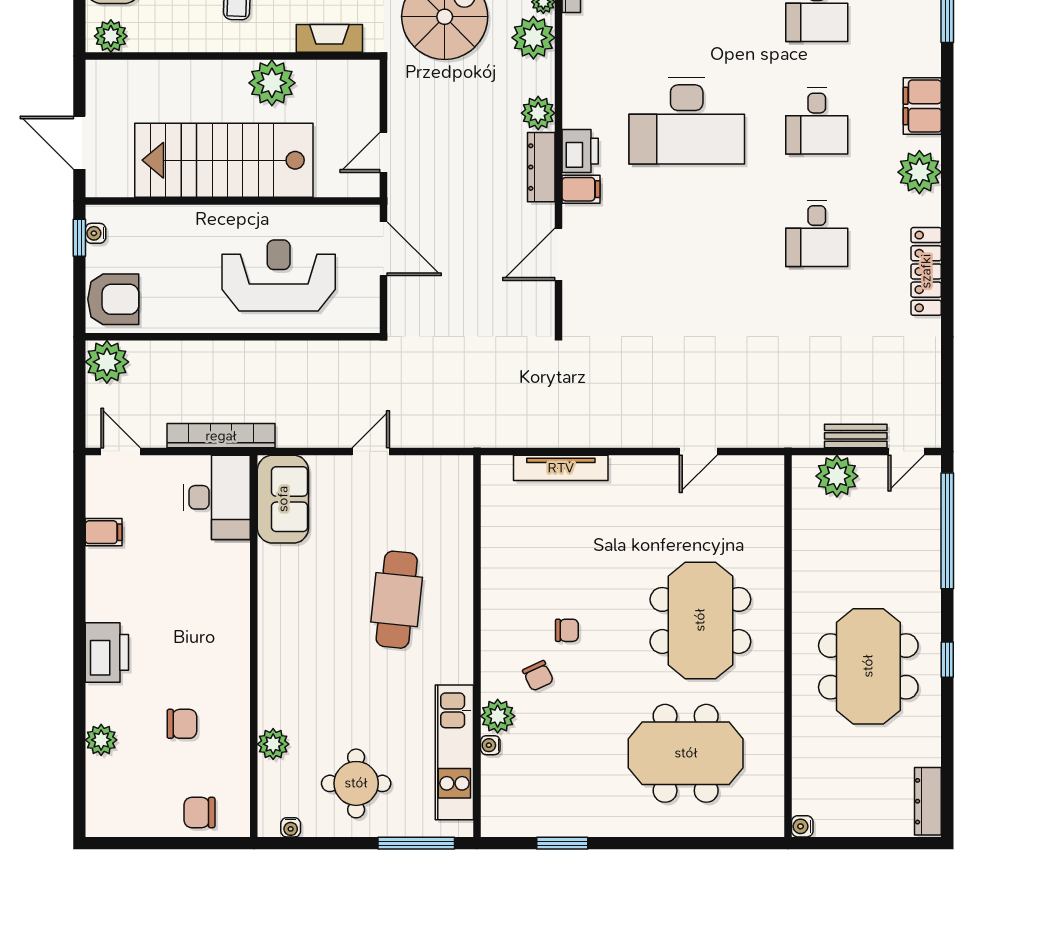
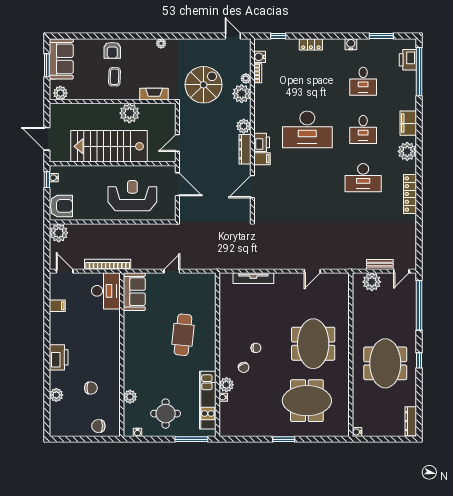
desk: (817, 233) -> (363, 178), width x1.37
window: (562, 843) -> (284, 439), moved

